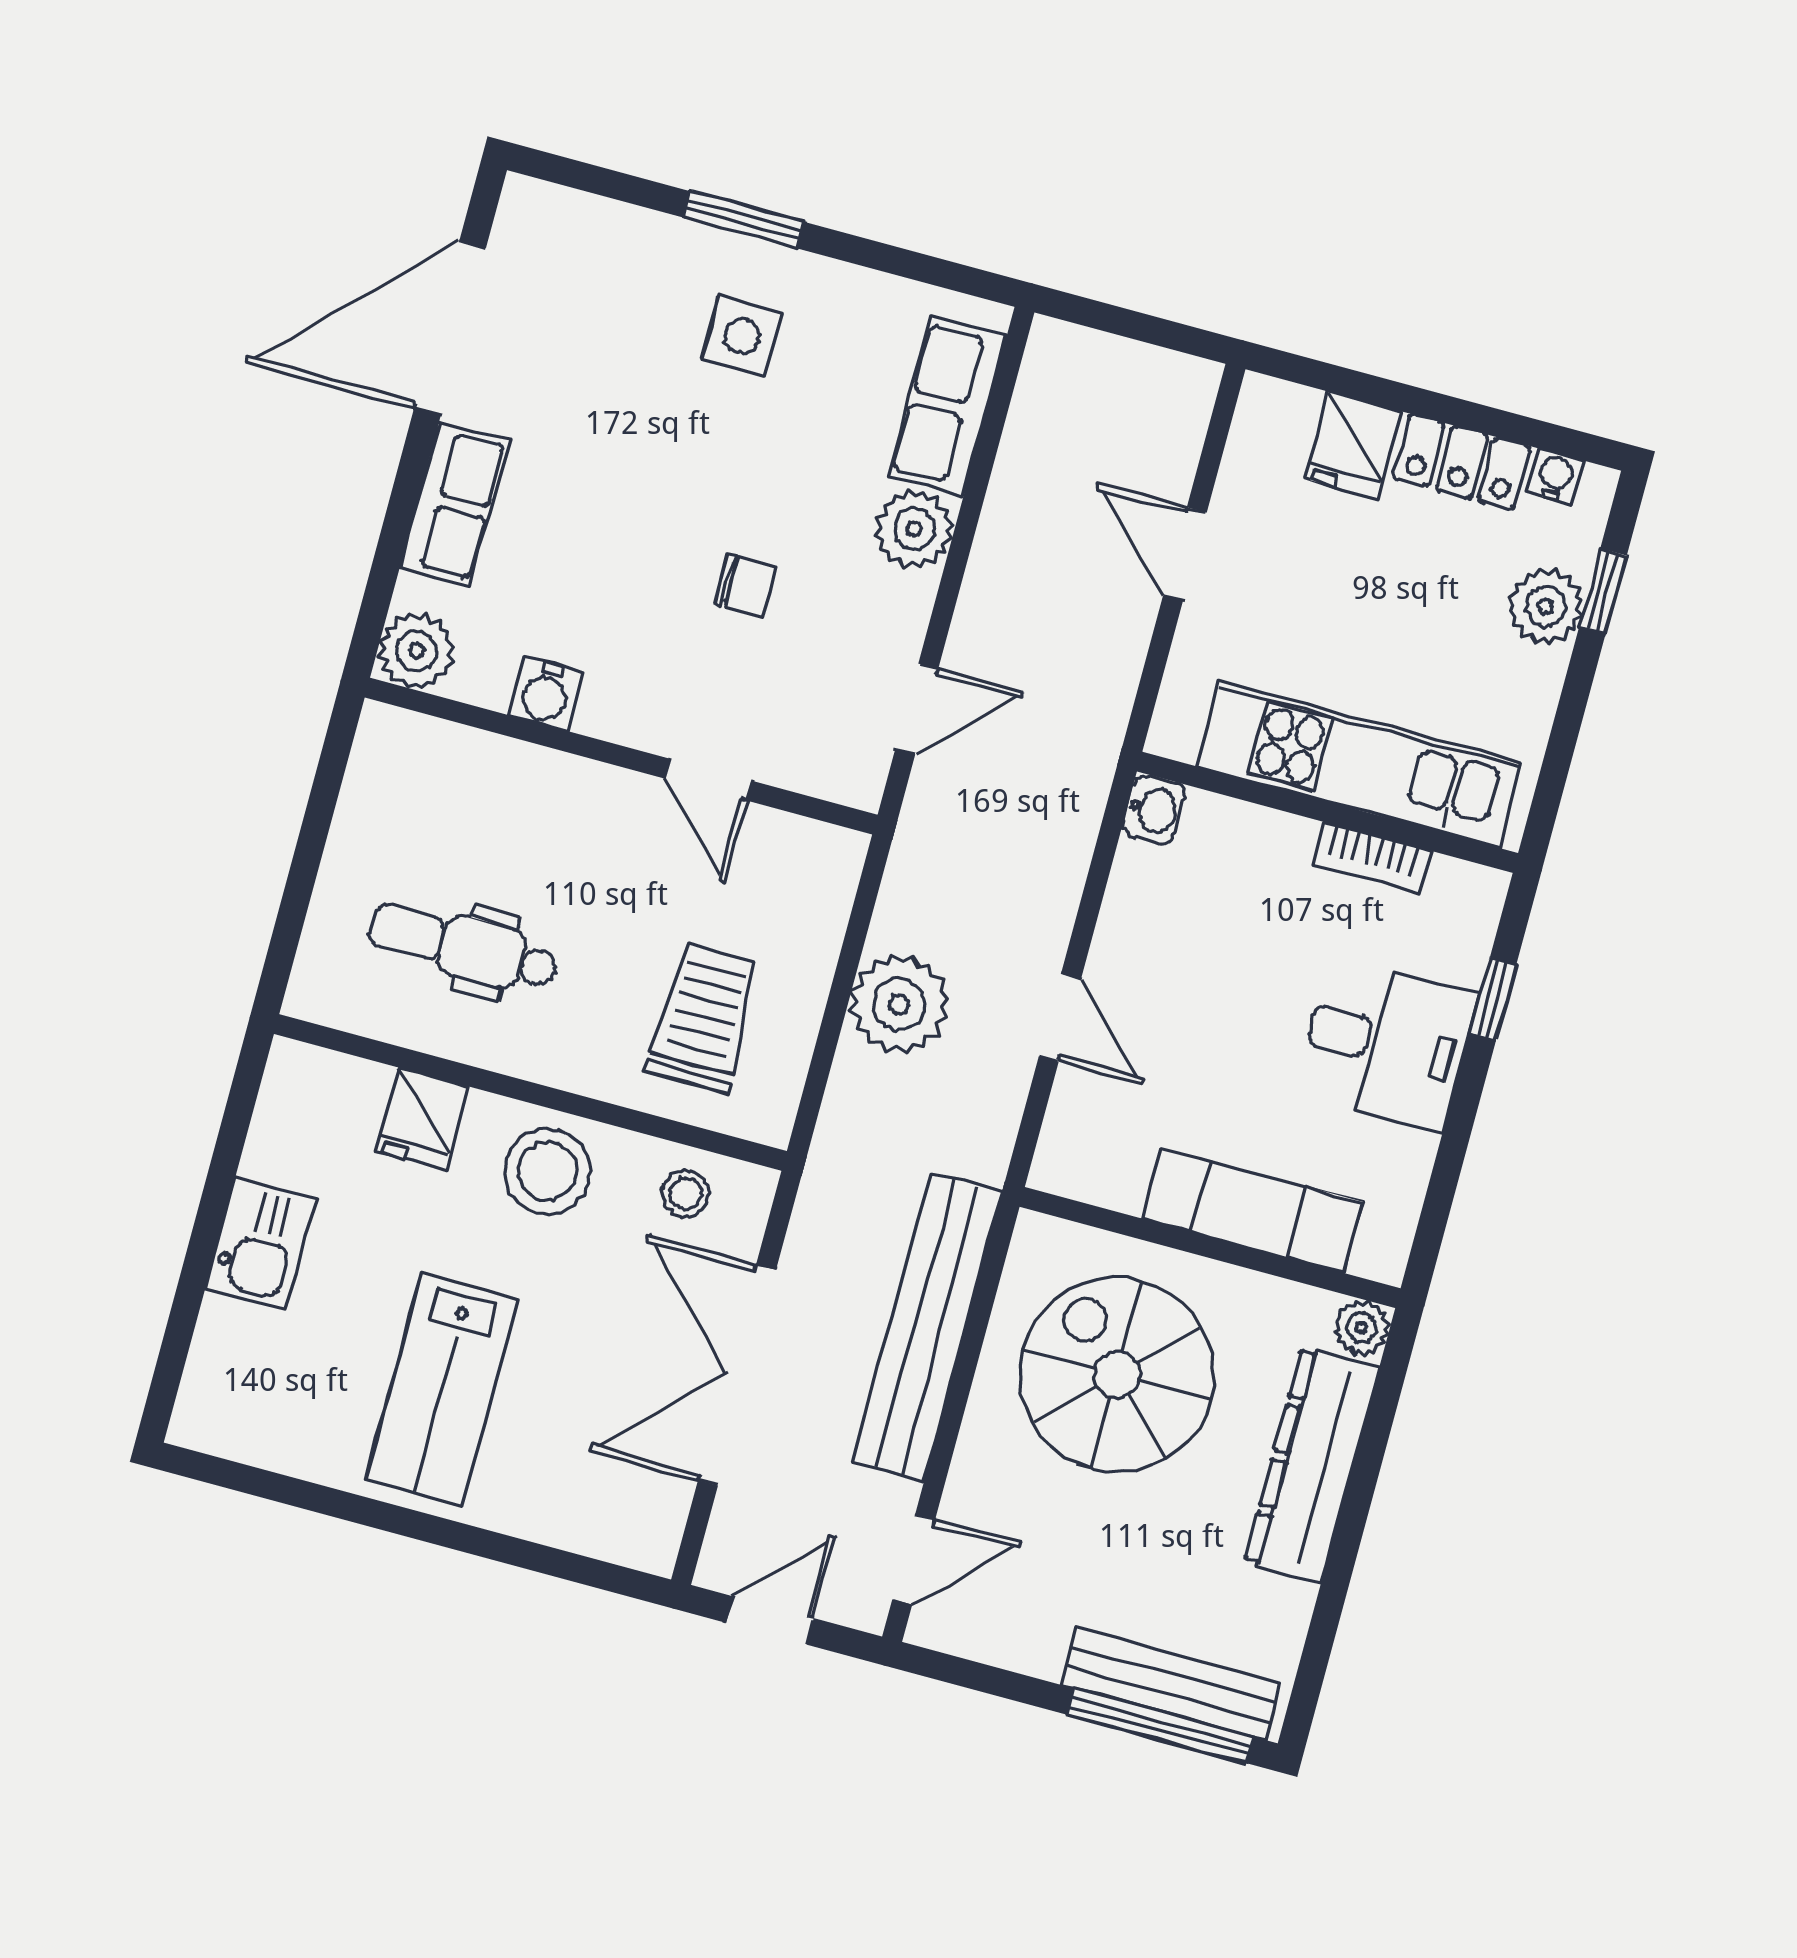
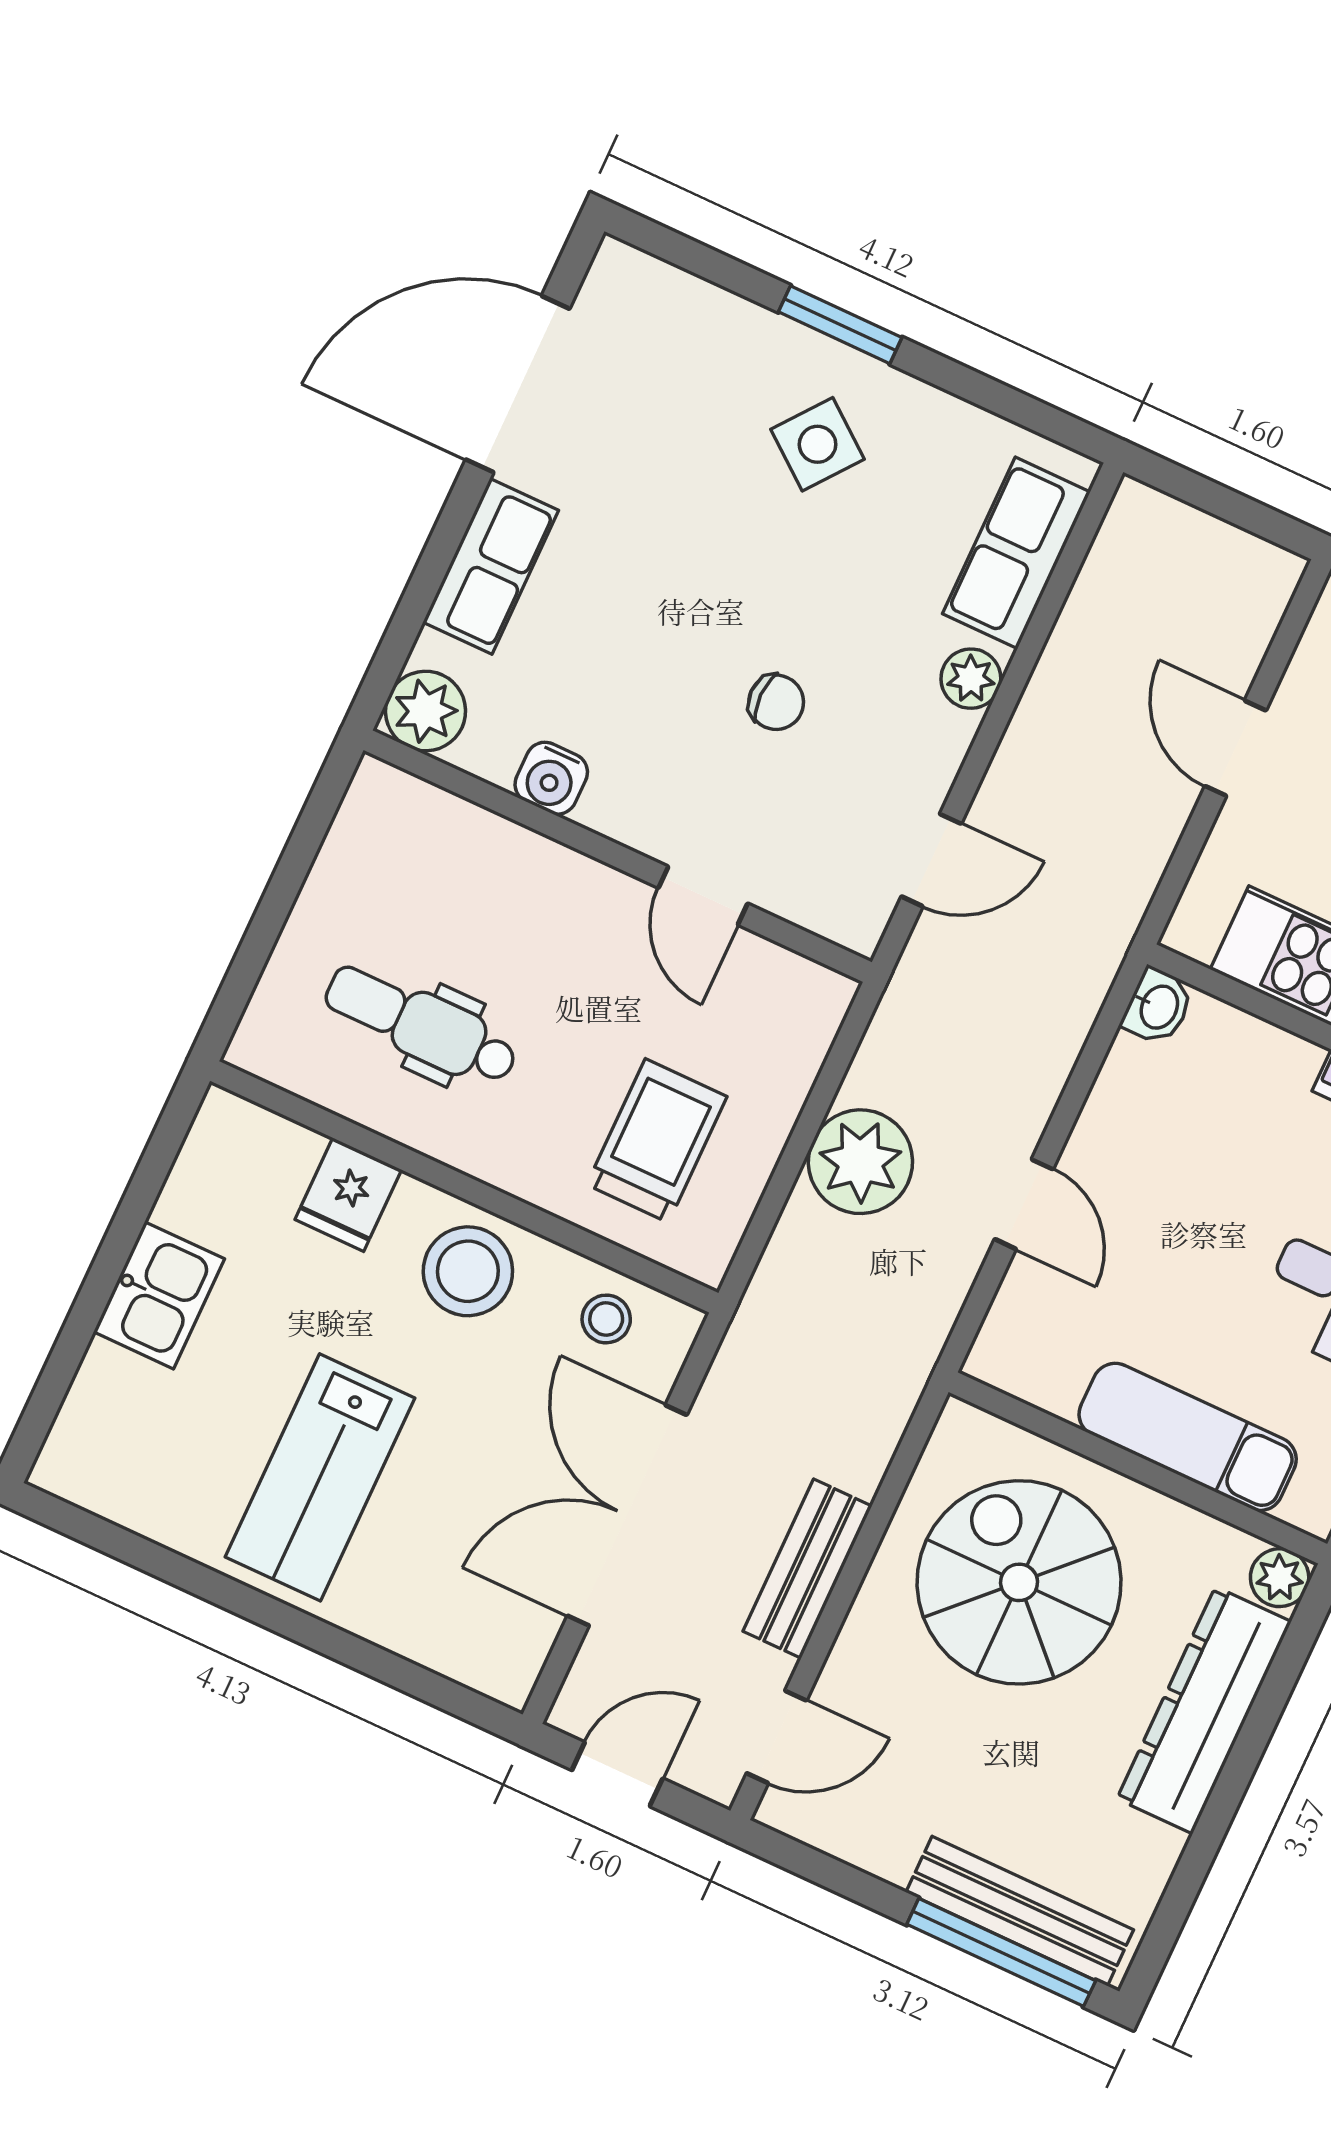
side table: (742, 336) -> (818, 444), turned 38
plant: (914, 529) -> (971, 679), width x0.73, depth x0.73
bench: (927, 1327) -> (807, 1569), width x0.54, depth x0.82

